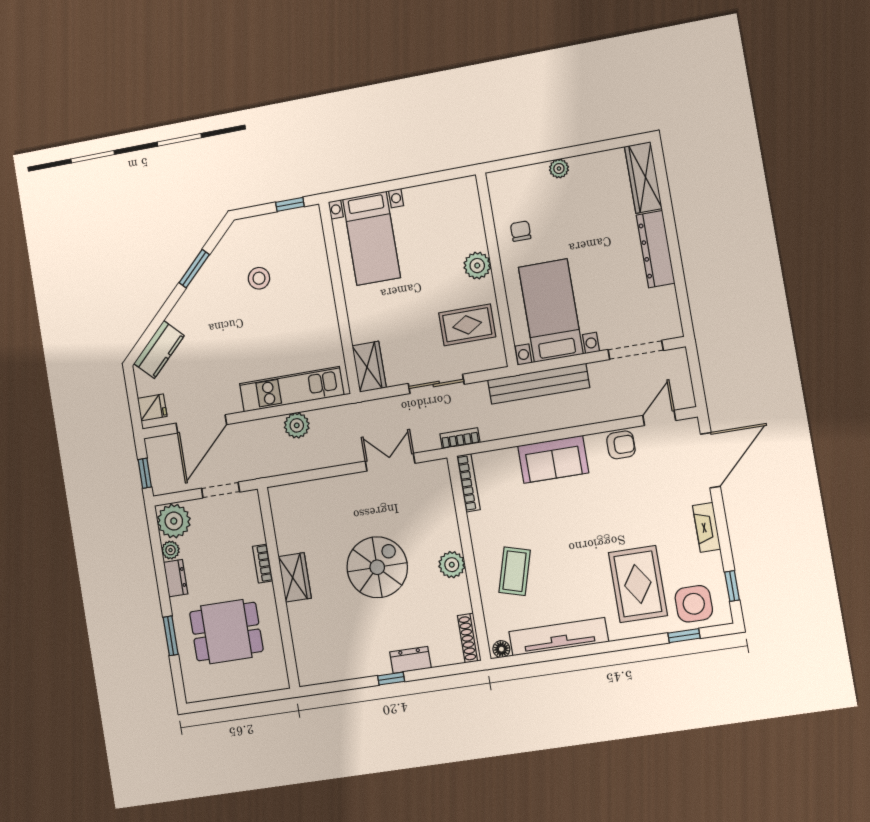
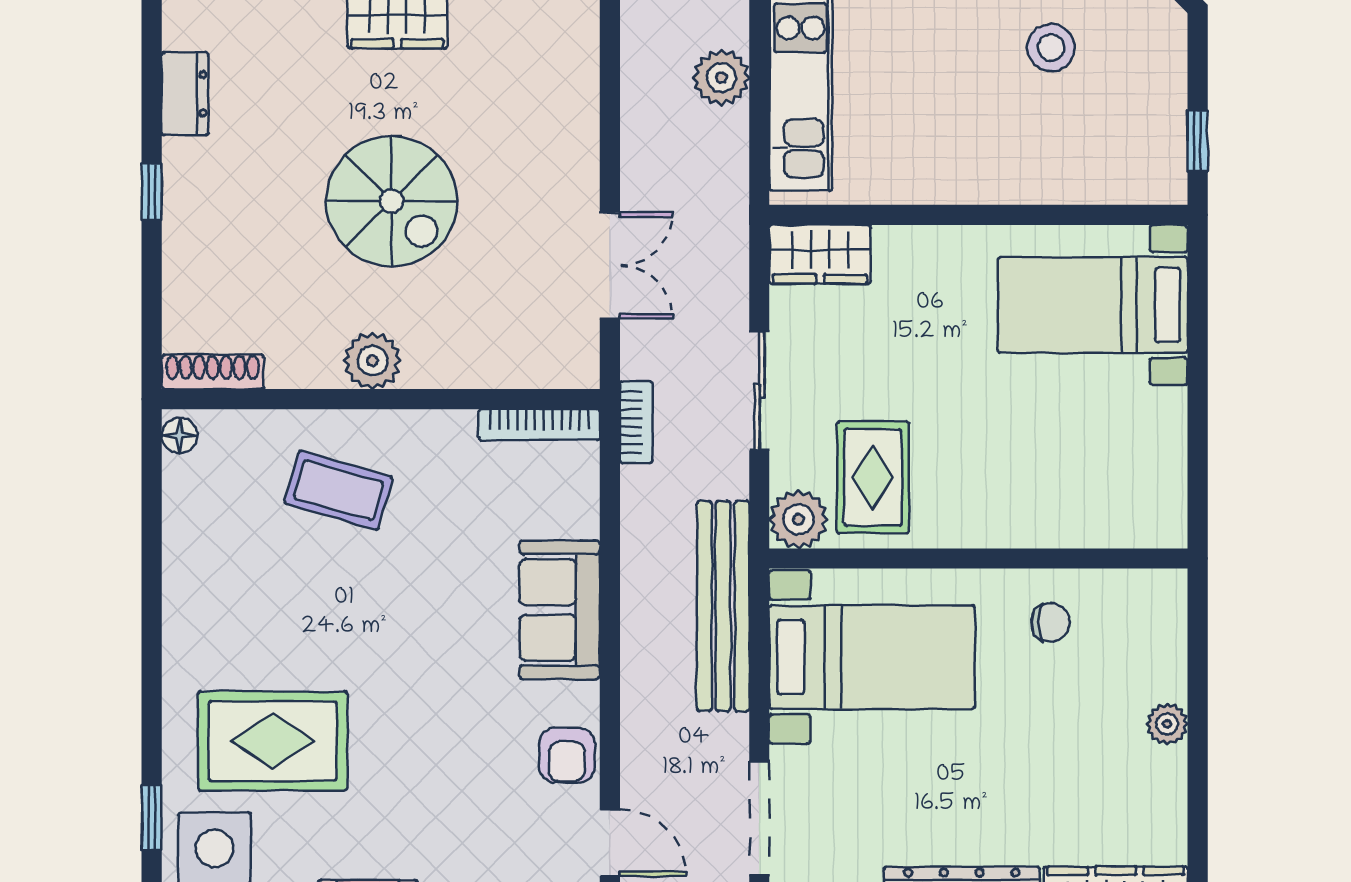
plant: (477, 266) -> (798, 519), moved
tv unit: (559, 637) -> (188, 559), removed
dresser: (410, 660) -> (185, 94), moved

